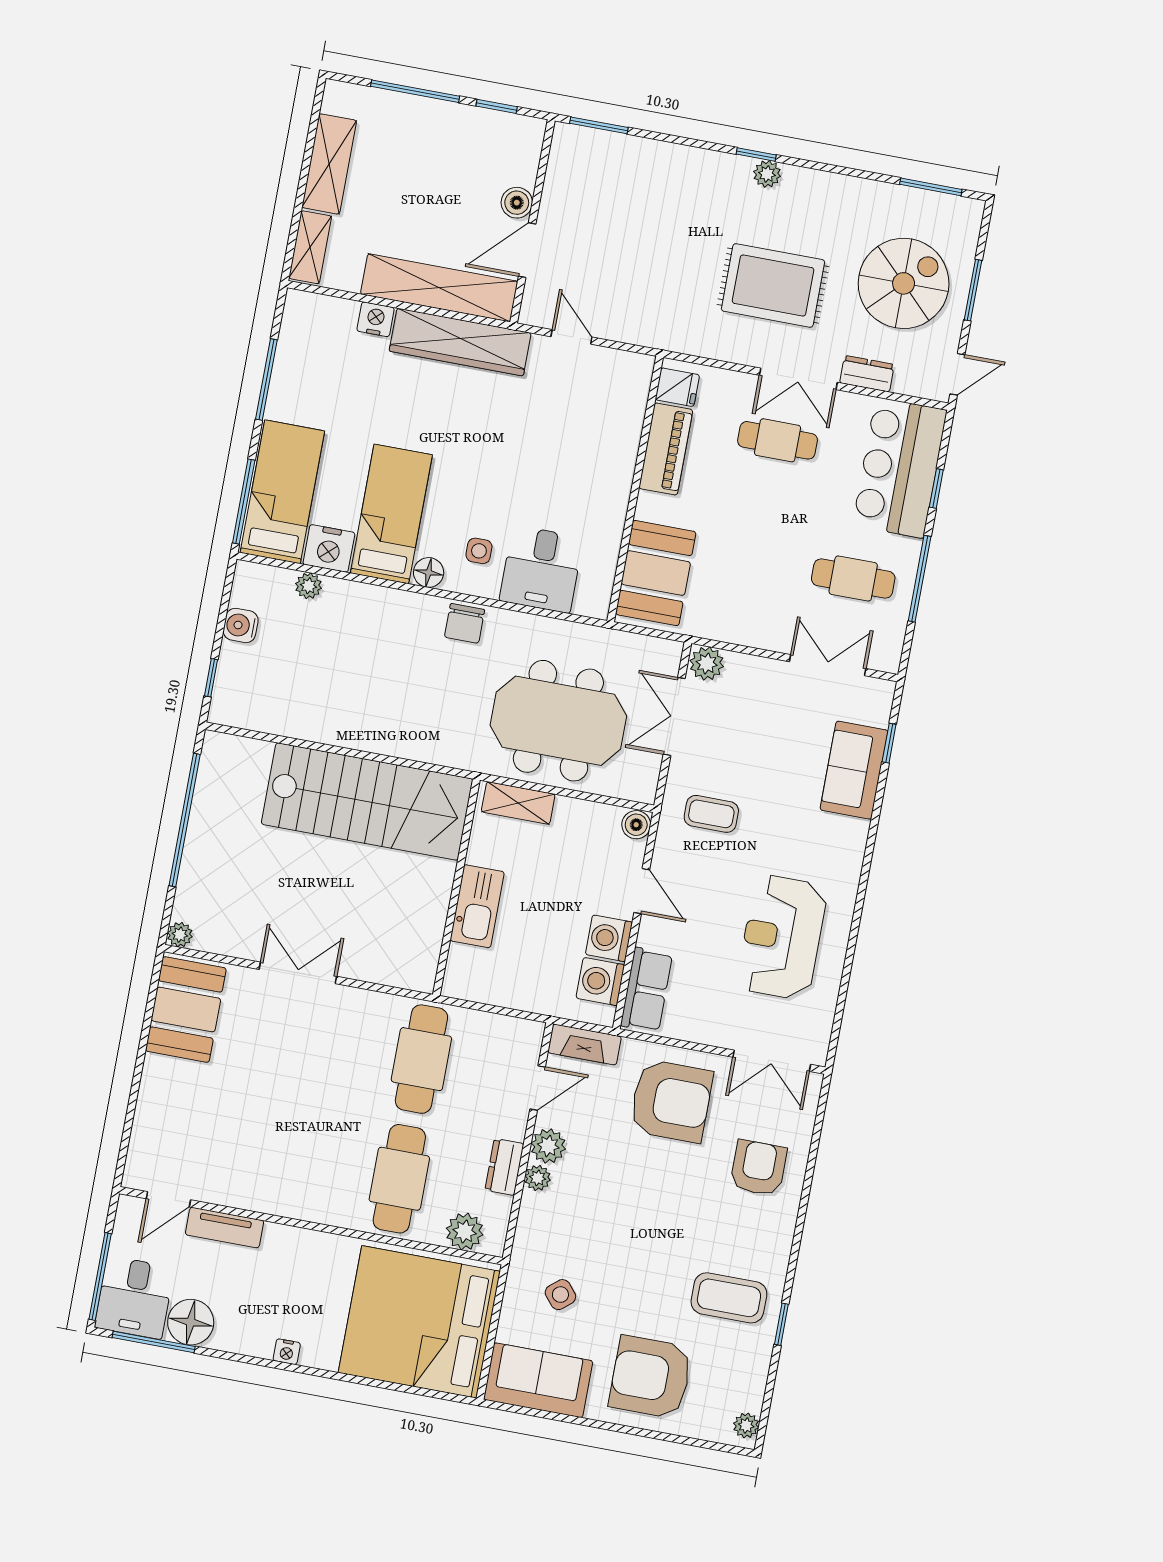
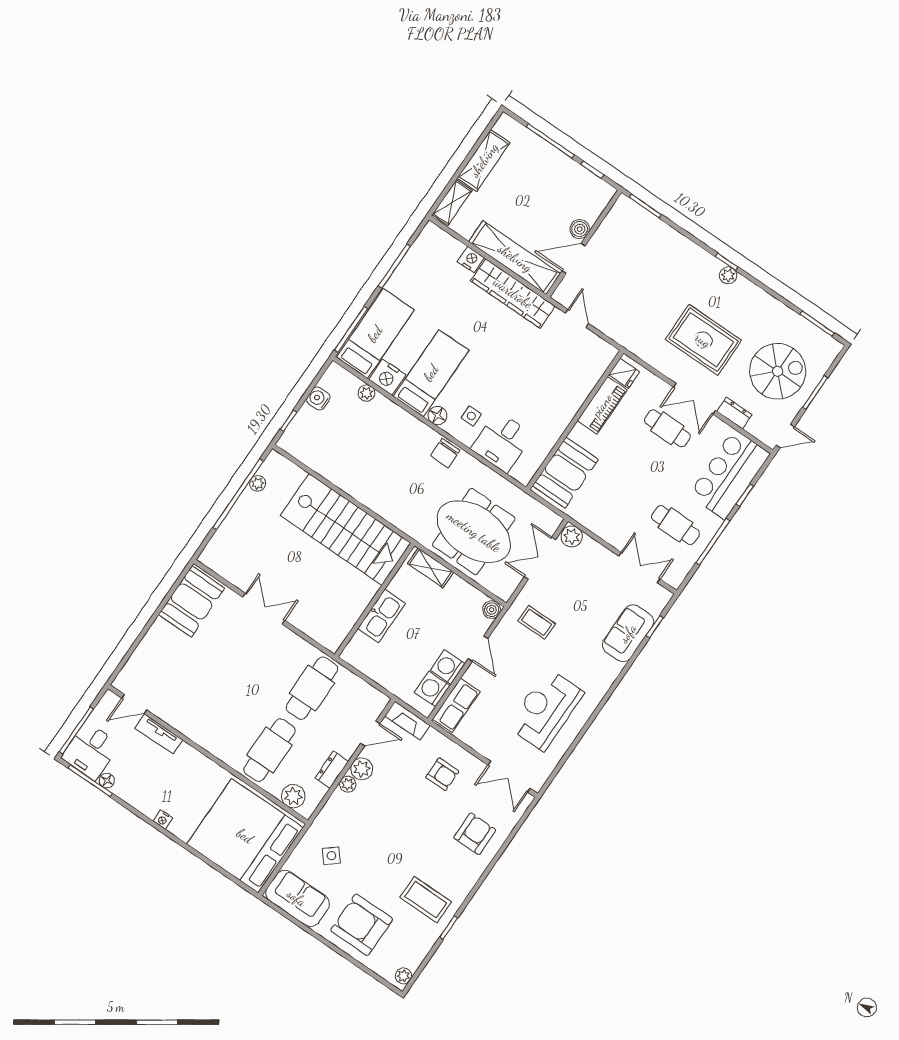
plant: (180, 935) -> (258, 483), moved
armchair: (671, 1101) -> (442, 774), width x0.53, depth x0.53
floor lamp: (191, 1322) -> (107, 781), width x0.53, depth x0.53

